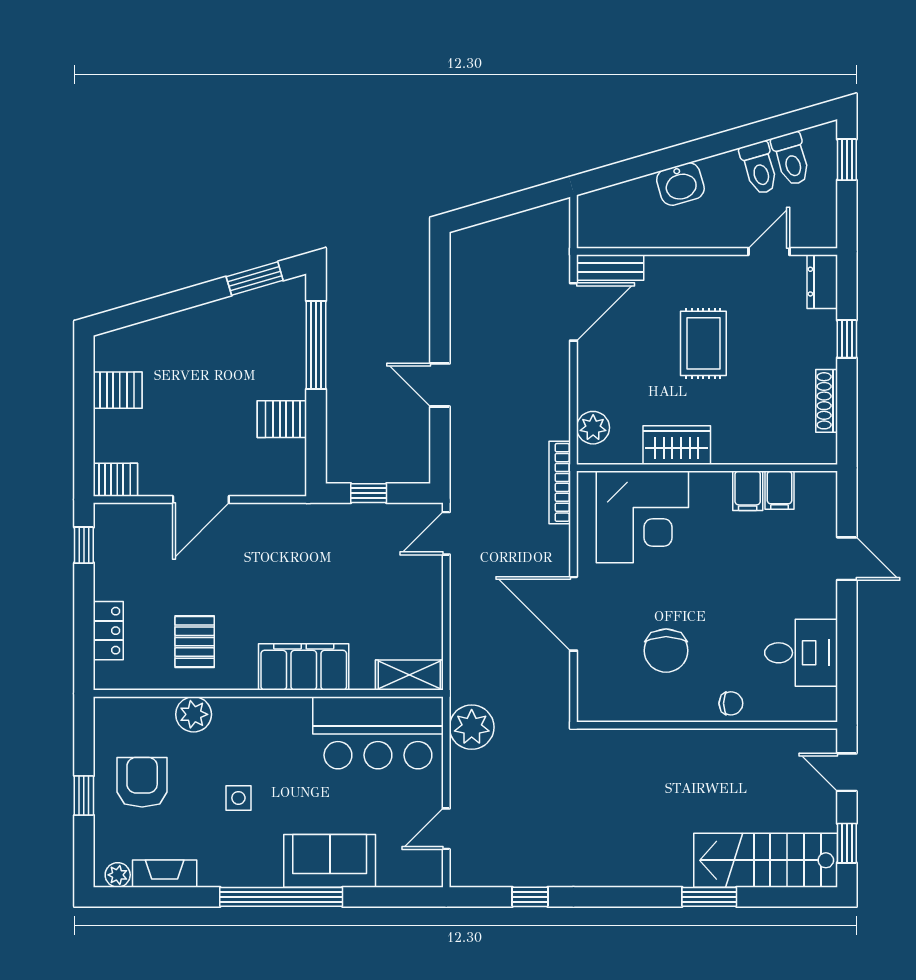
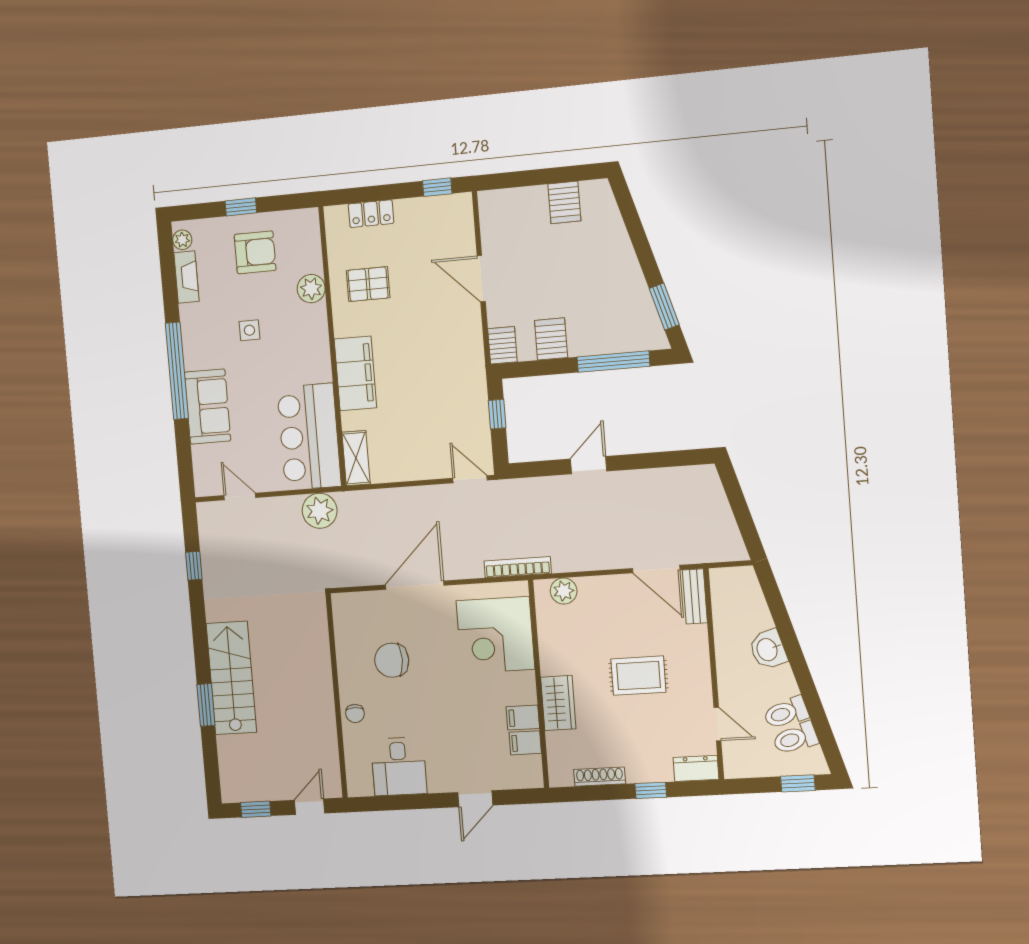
wardrobe: (677, 445) -> (558, 703), moved
server rack: (115, 480) -> (502, 345), moved, turned 180
stairs: (766, 860) -> (231, 678), moved

